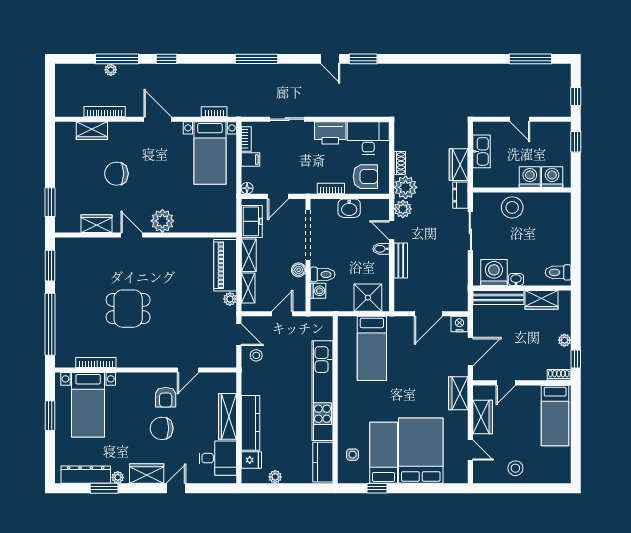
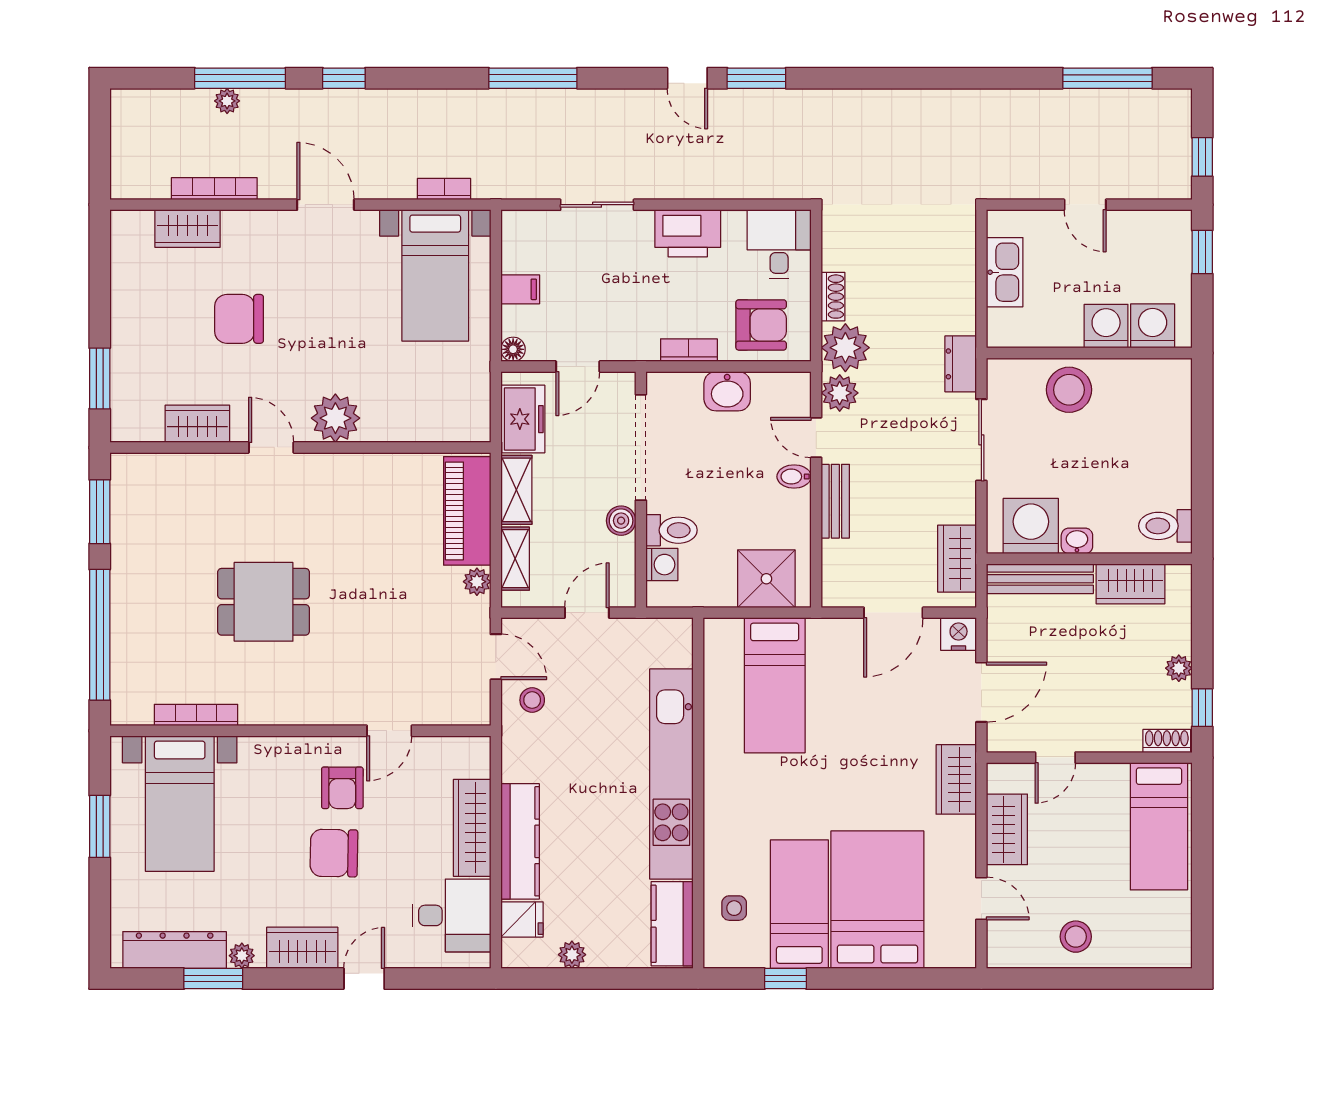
desk: (368, 138) -> (779, 244), width x0.73
bookcase: (246, 139) -> (511, 246), removed
wardrobe: (459, 165) -> (957, 559), moved

